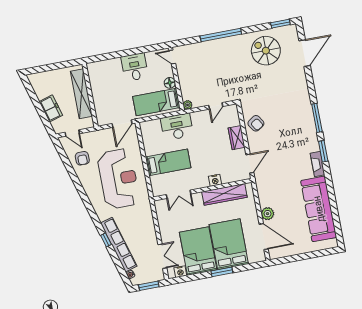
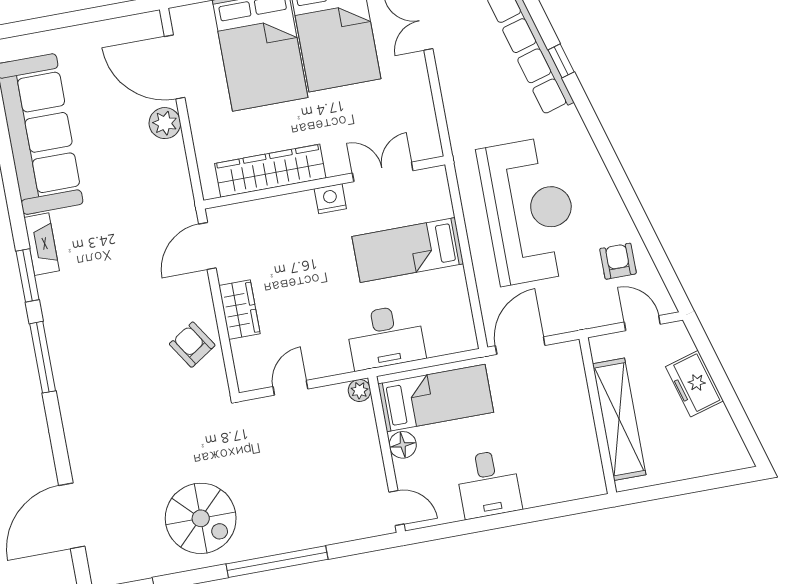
spiral stairs: (266, 51) -> (201, 518), moved
reception desk: (119, 179) -> (529, 211), turned 180
nightstand: (215, 180) -> (330, 199), moved

